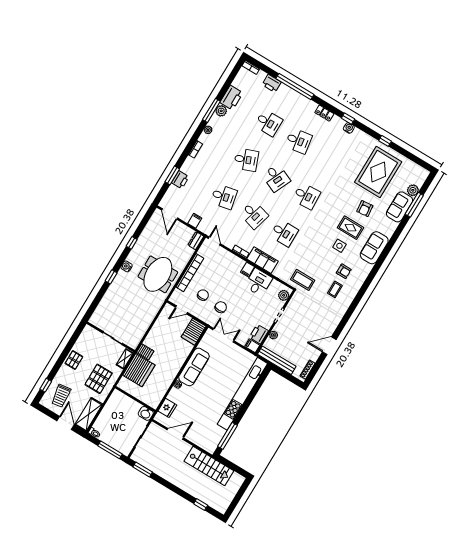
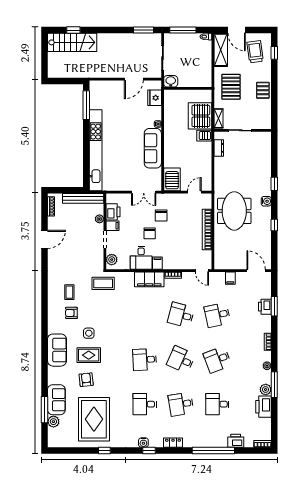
desk: (284, 233) -> (145, 404), moved
dresser: (196, 241) -> (219, 148), moved
chair: (203, 295) -> (150, 233), moved
filing cabinet: (252, 346) -> (113, 226), moved
stairs: (209, 466) -> (72, 42), moved, turned 180

